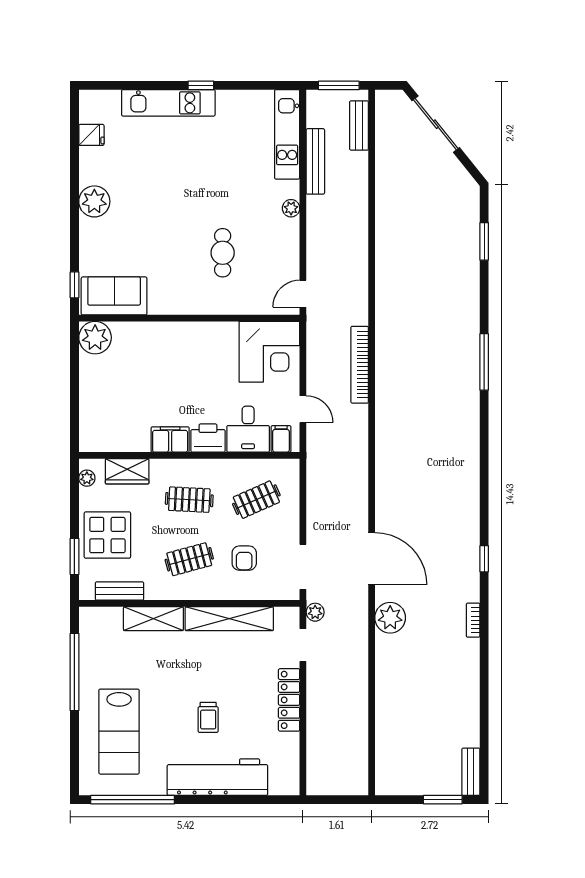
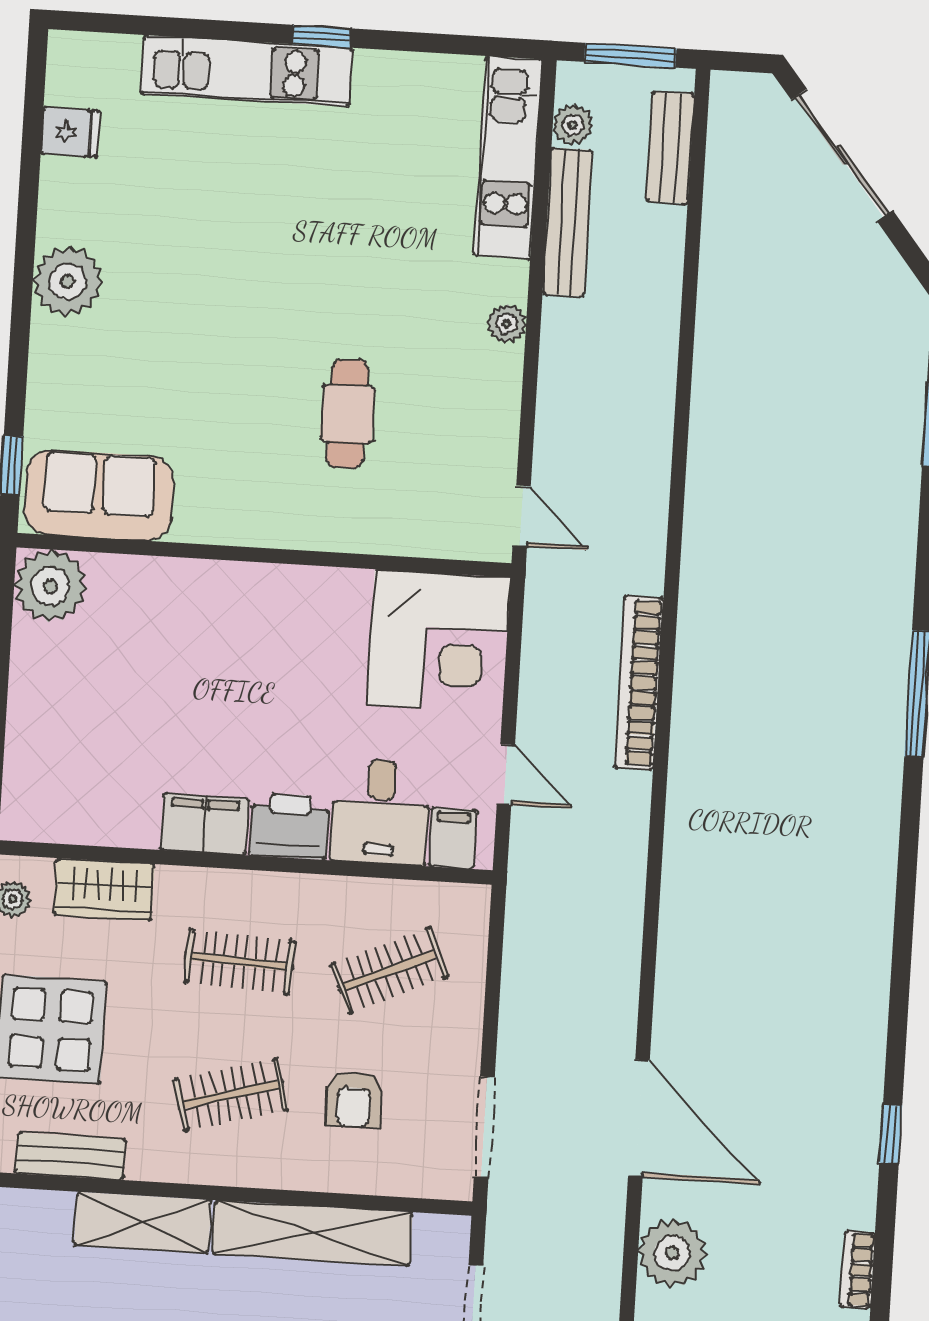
door: (303, 294) -> (522, 516), swing flipped
plant: (315, 612) -> (573, 125), moved

